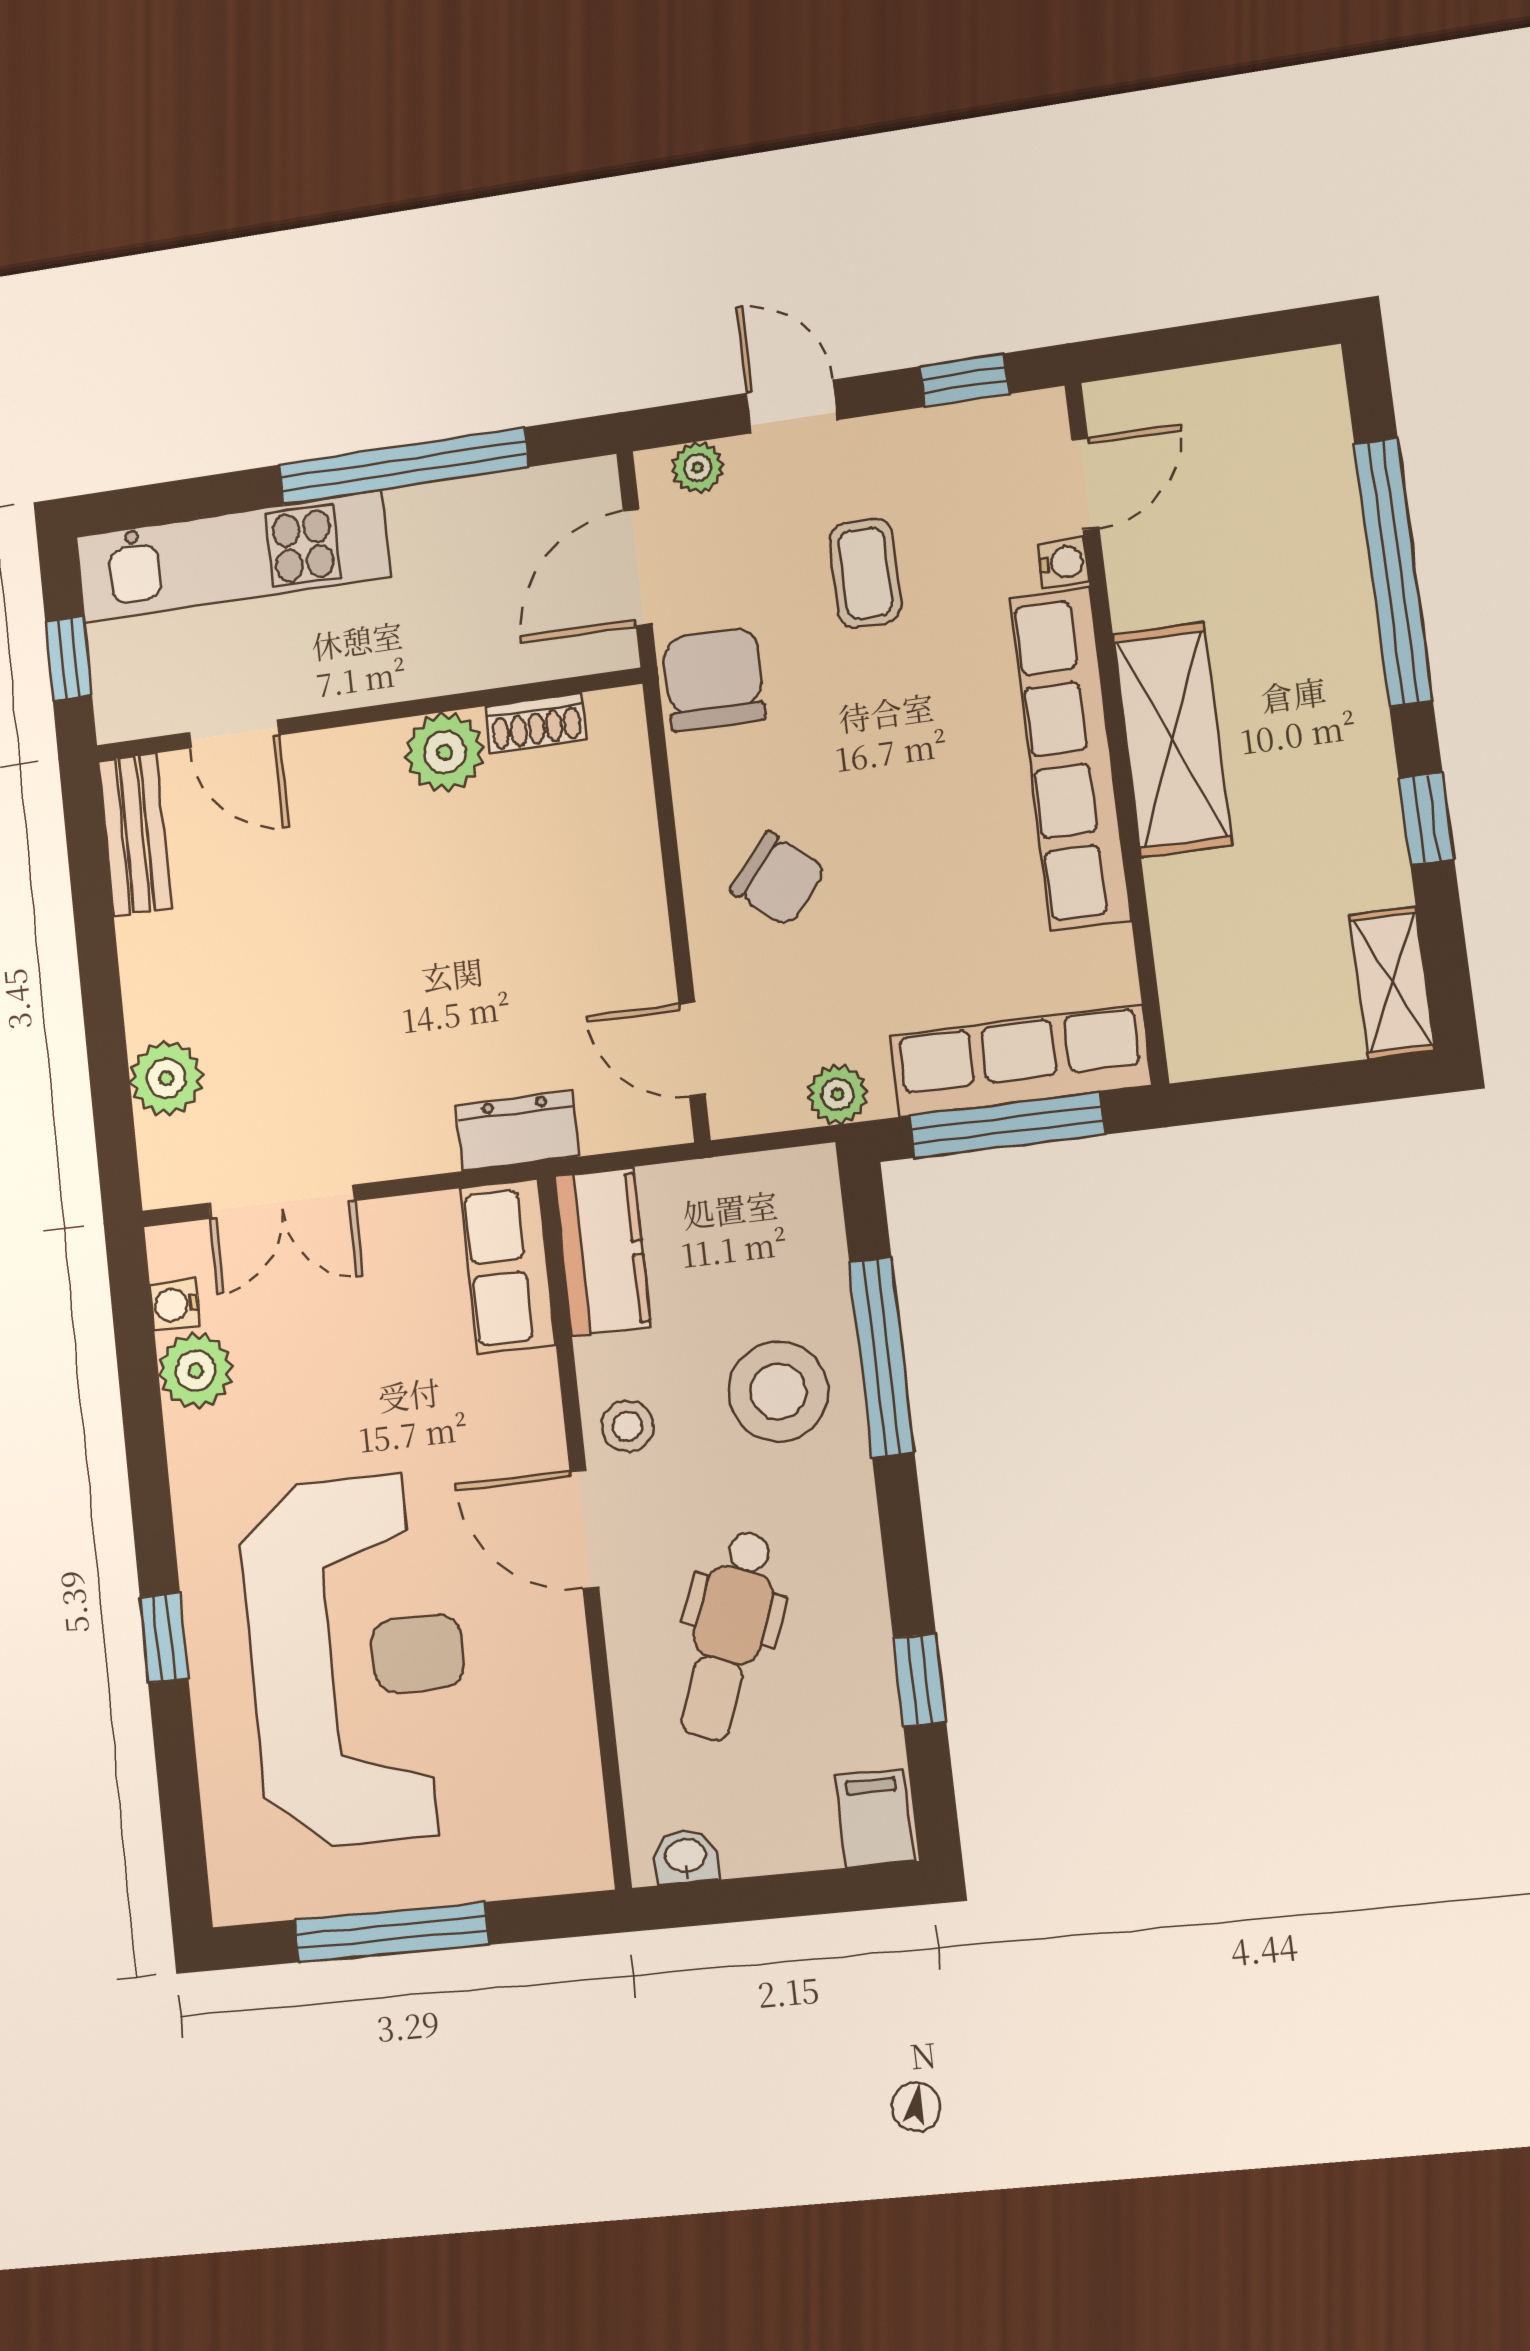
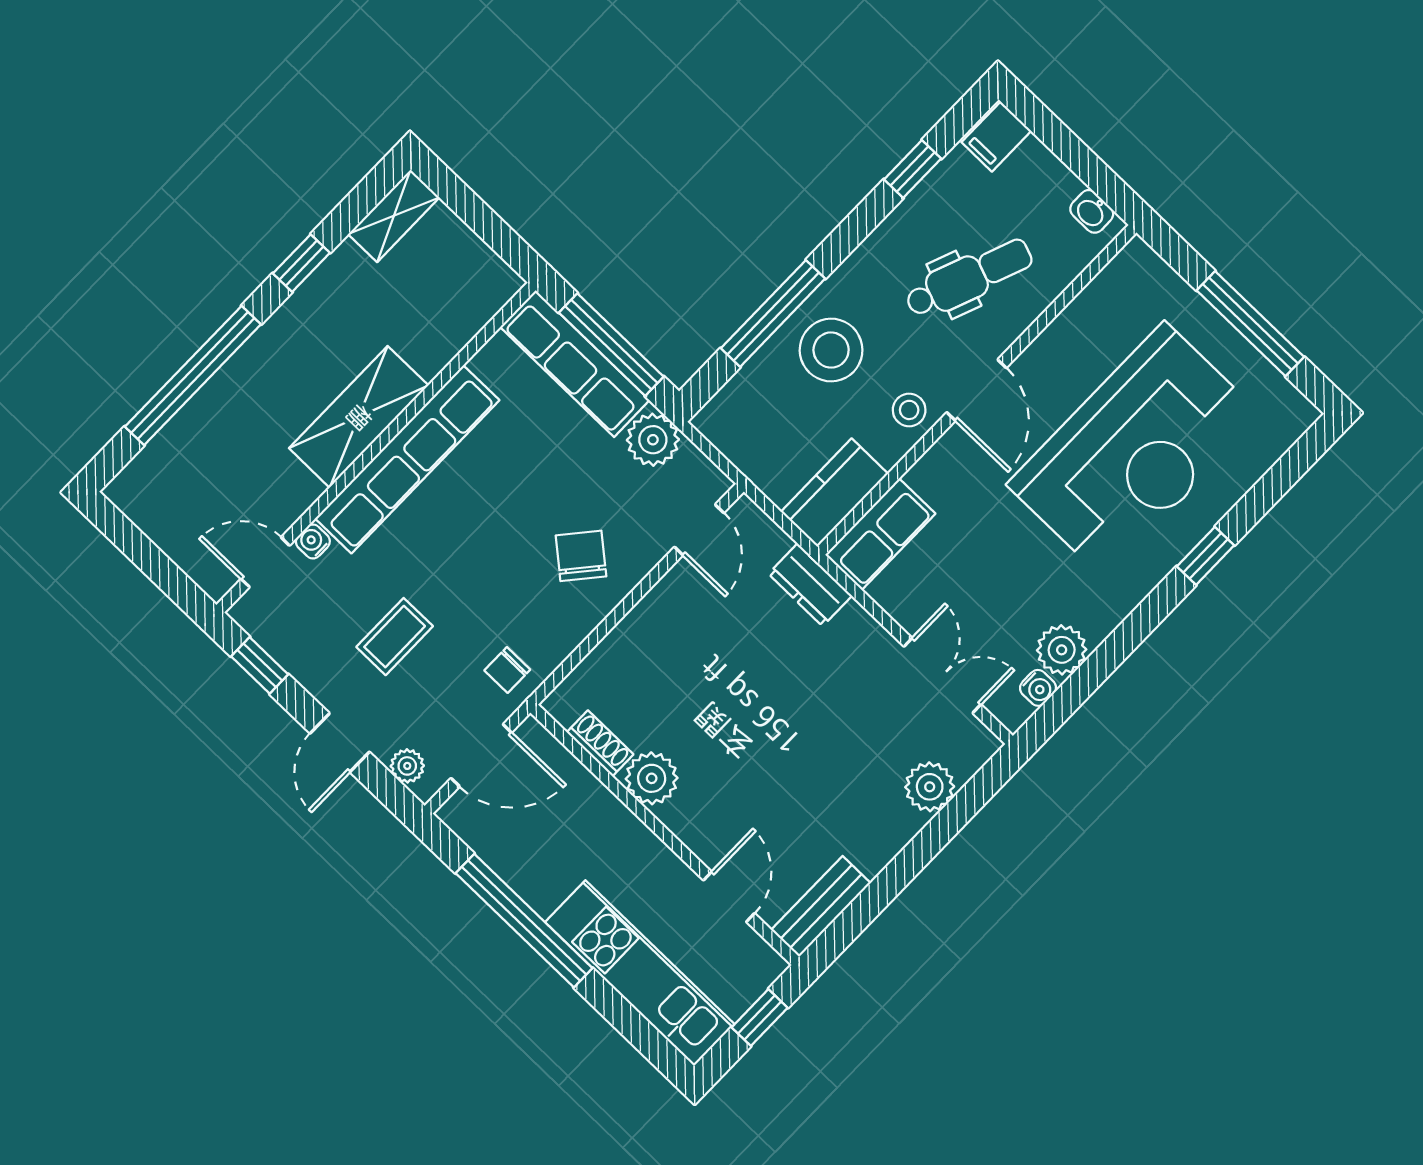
chair: (714, 679) -> (507, 670), width x0.54, depth x0.54
plant: (838, 1094) -> (653, 440), width x1.38, depth x1.38
reception desk: (357, 1660) -> (1134, 450), turned 180

